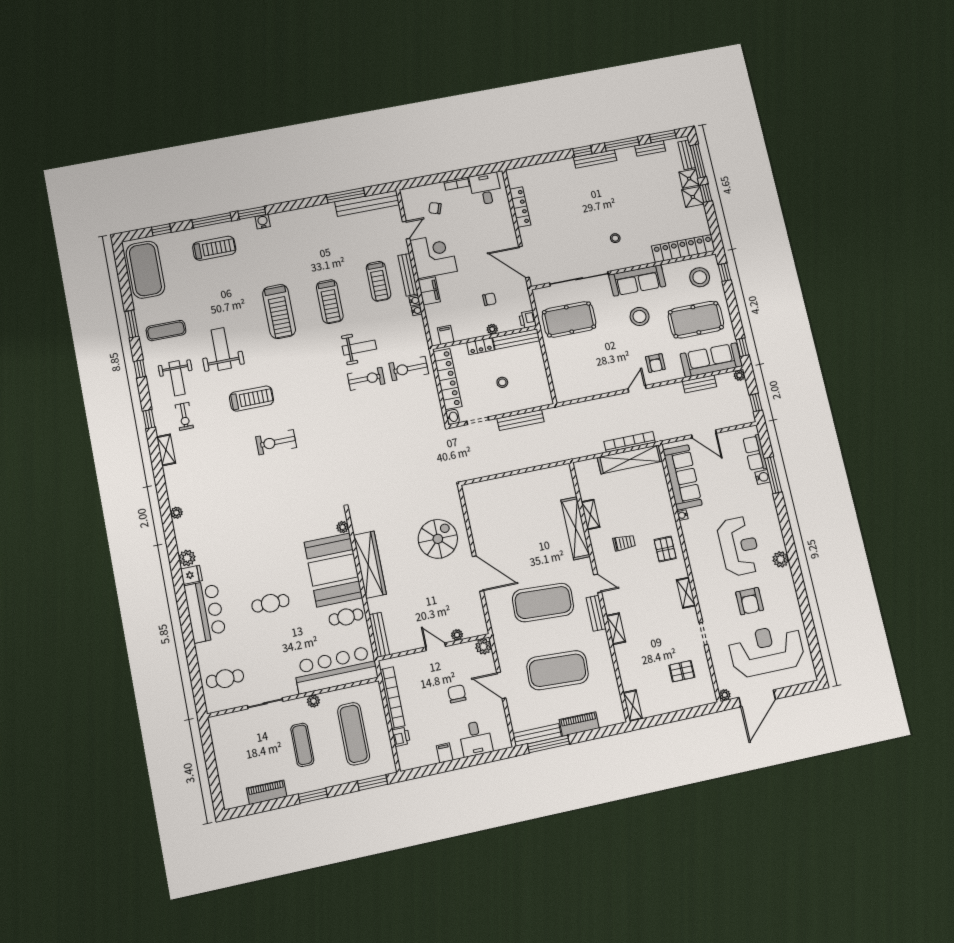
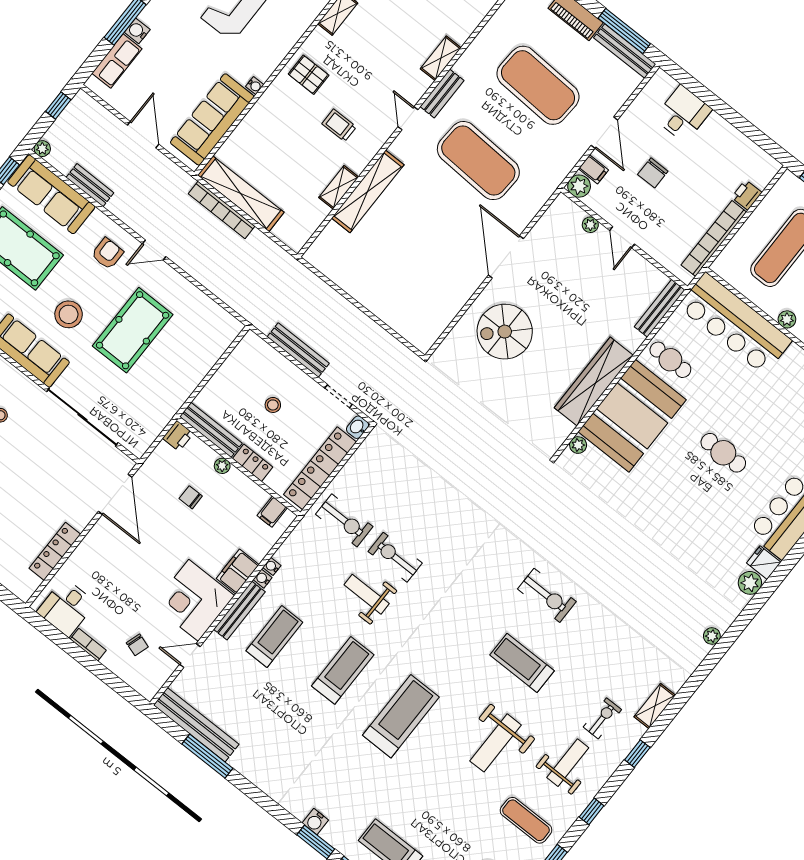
pool table: (569, 319) -> (133, 330), moved, turned 90
pallet: (665, 549) -> (309, 75), turned 90
filing cabinet: (445, 753) -> (593, 169), moved, turned -90

